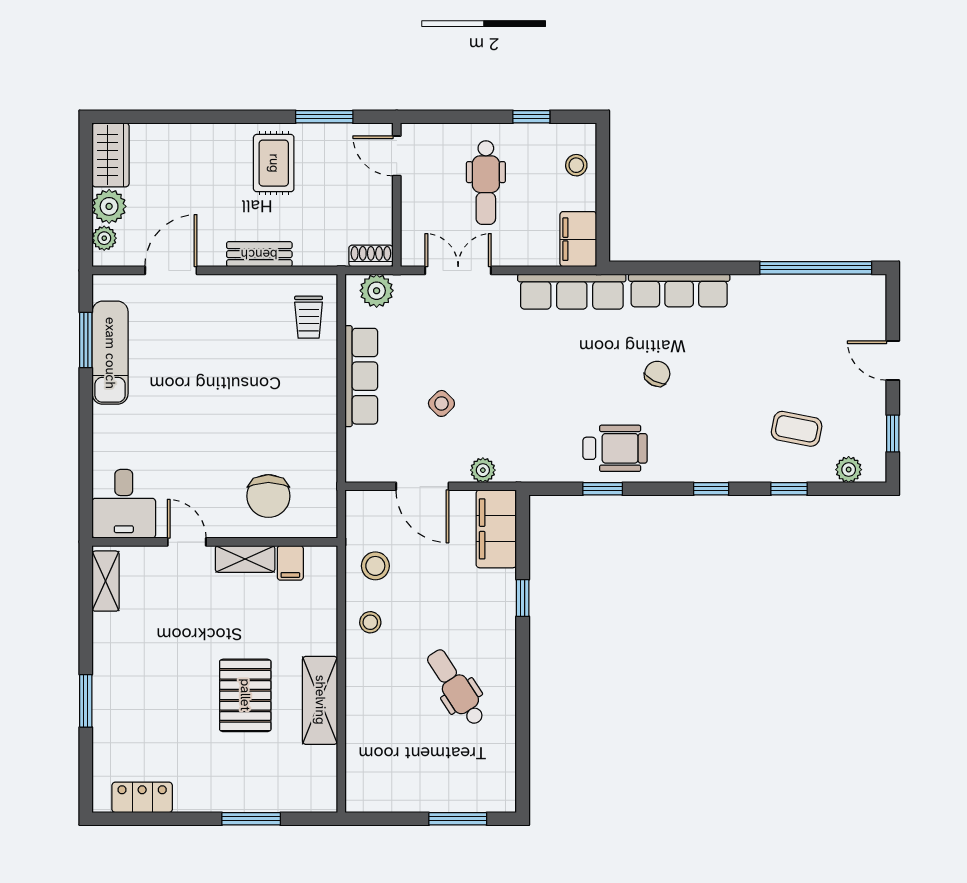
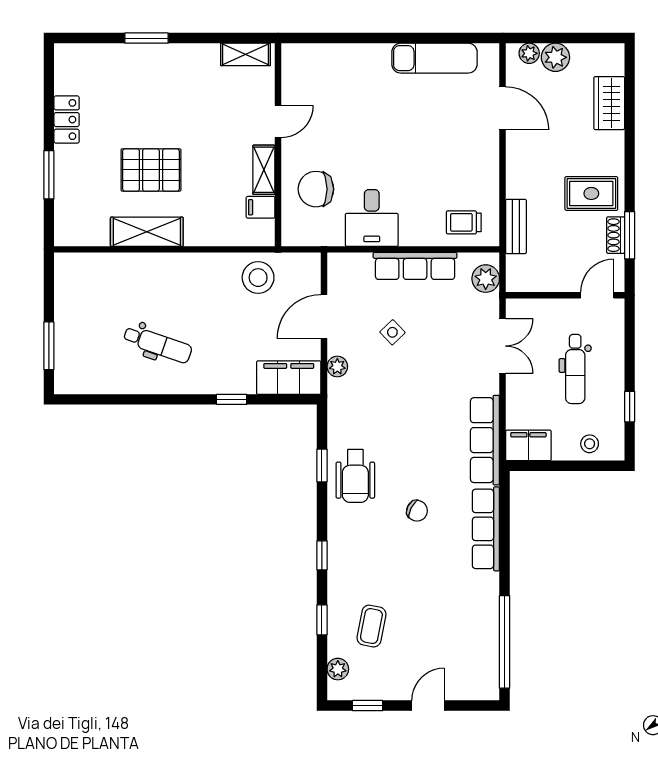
wardrobe: (111, 155) -> (609, 103), moved, turned 90
dental chair: (486, 183) -> (575, 369), turned -90
bench: (259, 254) -> (516, 226), moved
shoe rack: (371, 256) -> (616, 235), moved, turned 180
window: (86, 340) -> (445, 38), removed
desk: (124, 504) -> (372, 218), moved, turned -90
stool: (375, 566) -> (258, 278), width x1.38, depth x1.38
stool: (370, 622) -> (211, 273), removed
dental chair: (456, 687) -> (158, 344), turned 52
locker: (142, 797) -> (67, 120), moved

